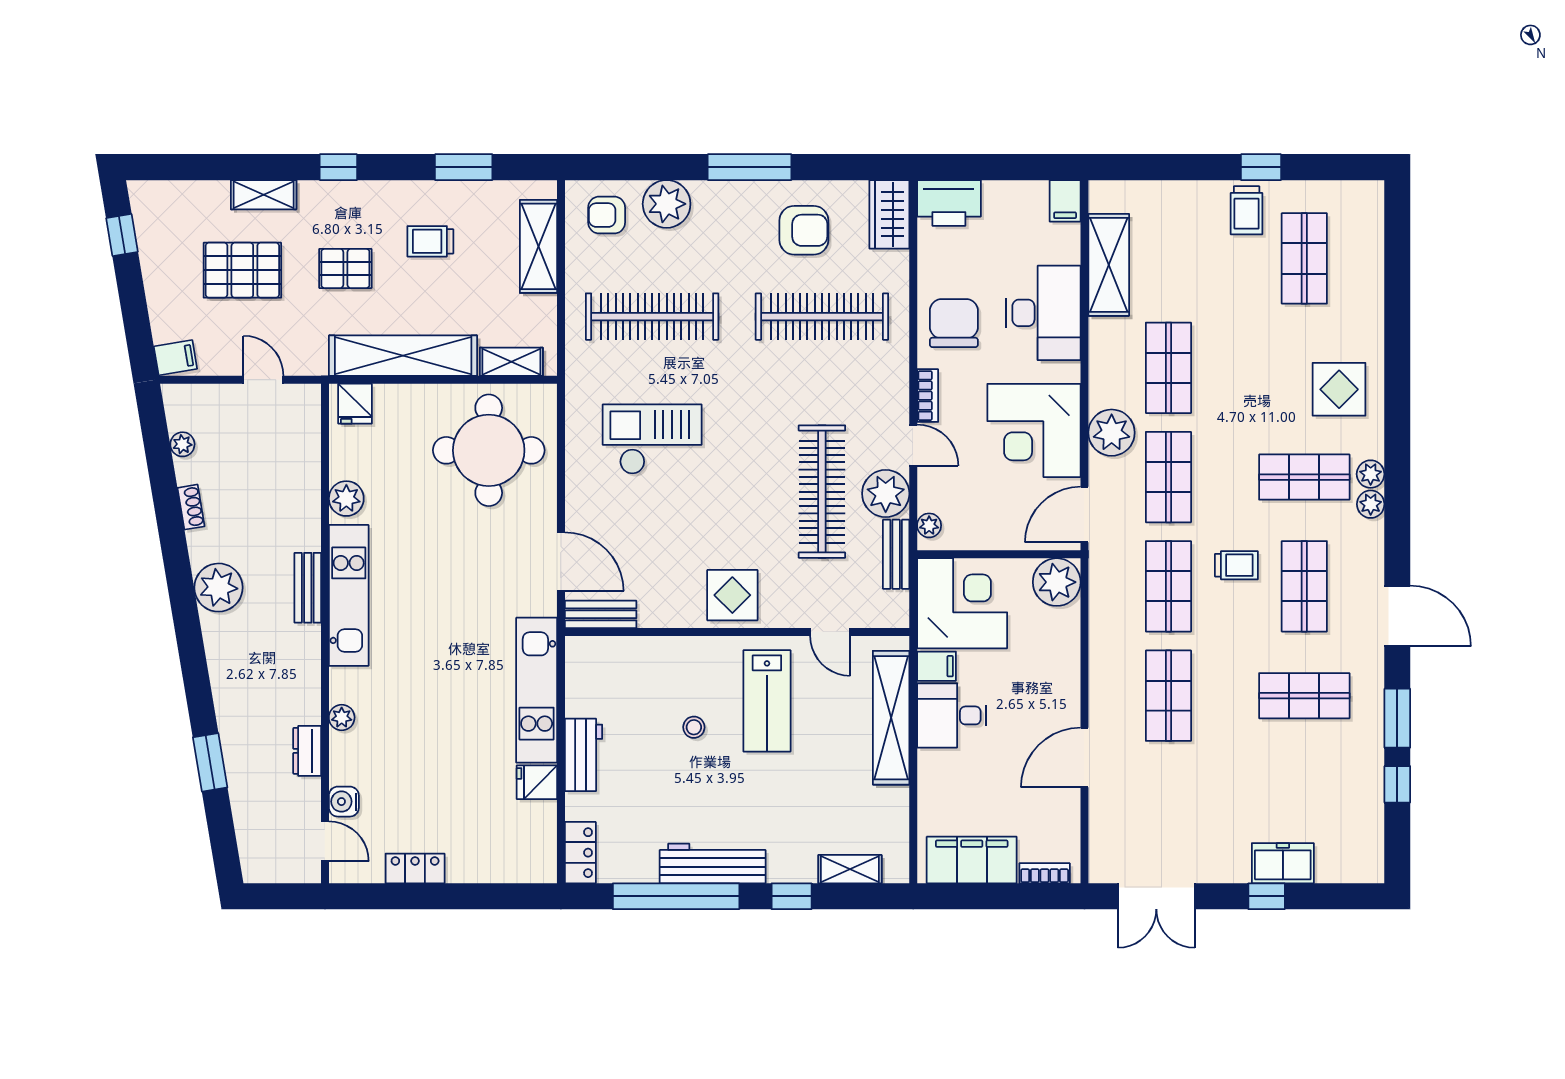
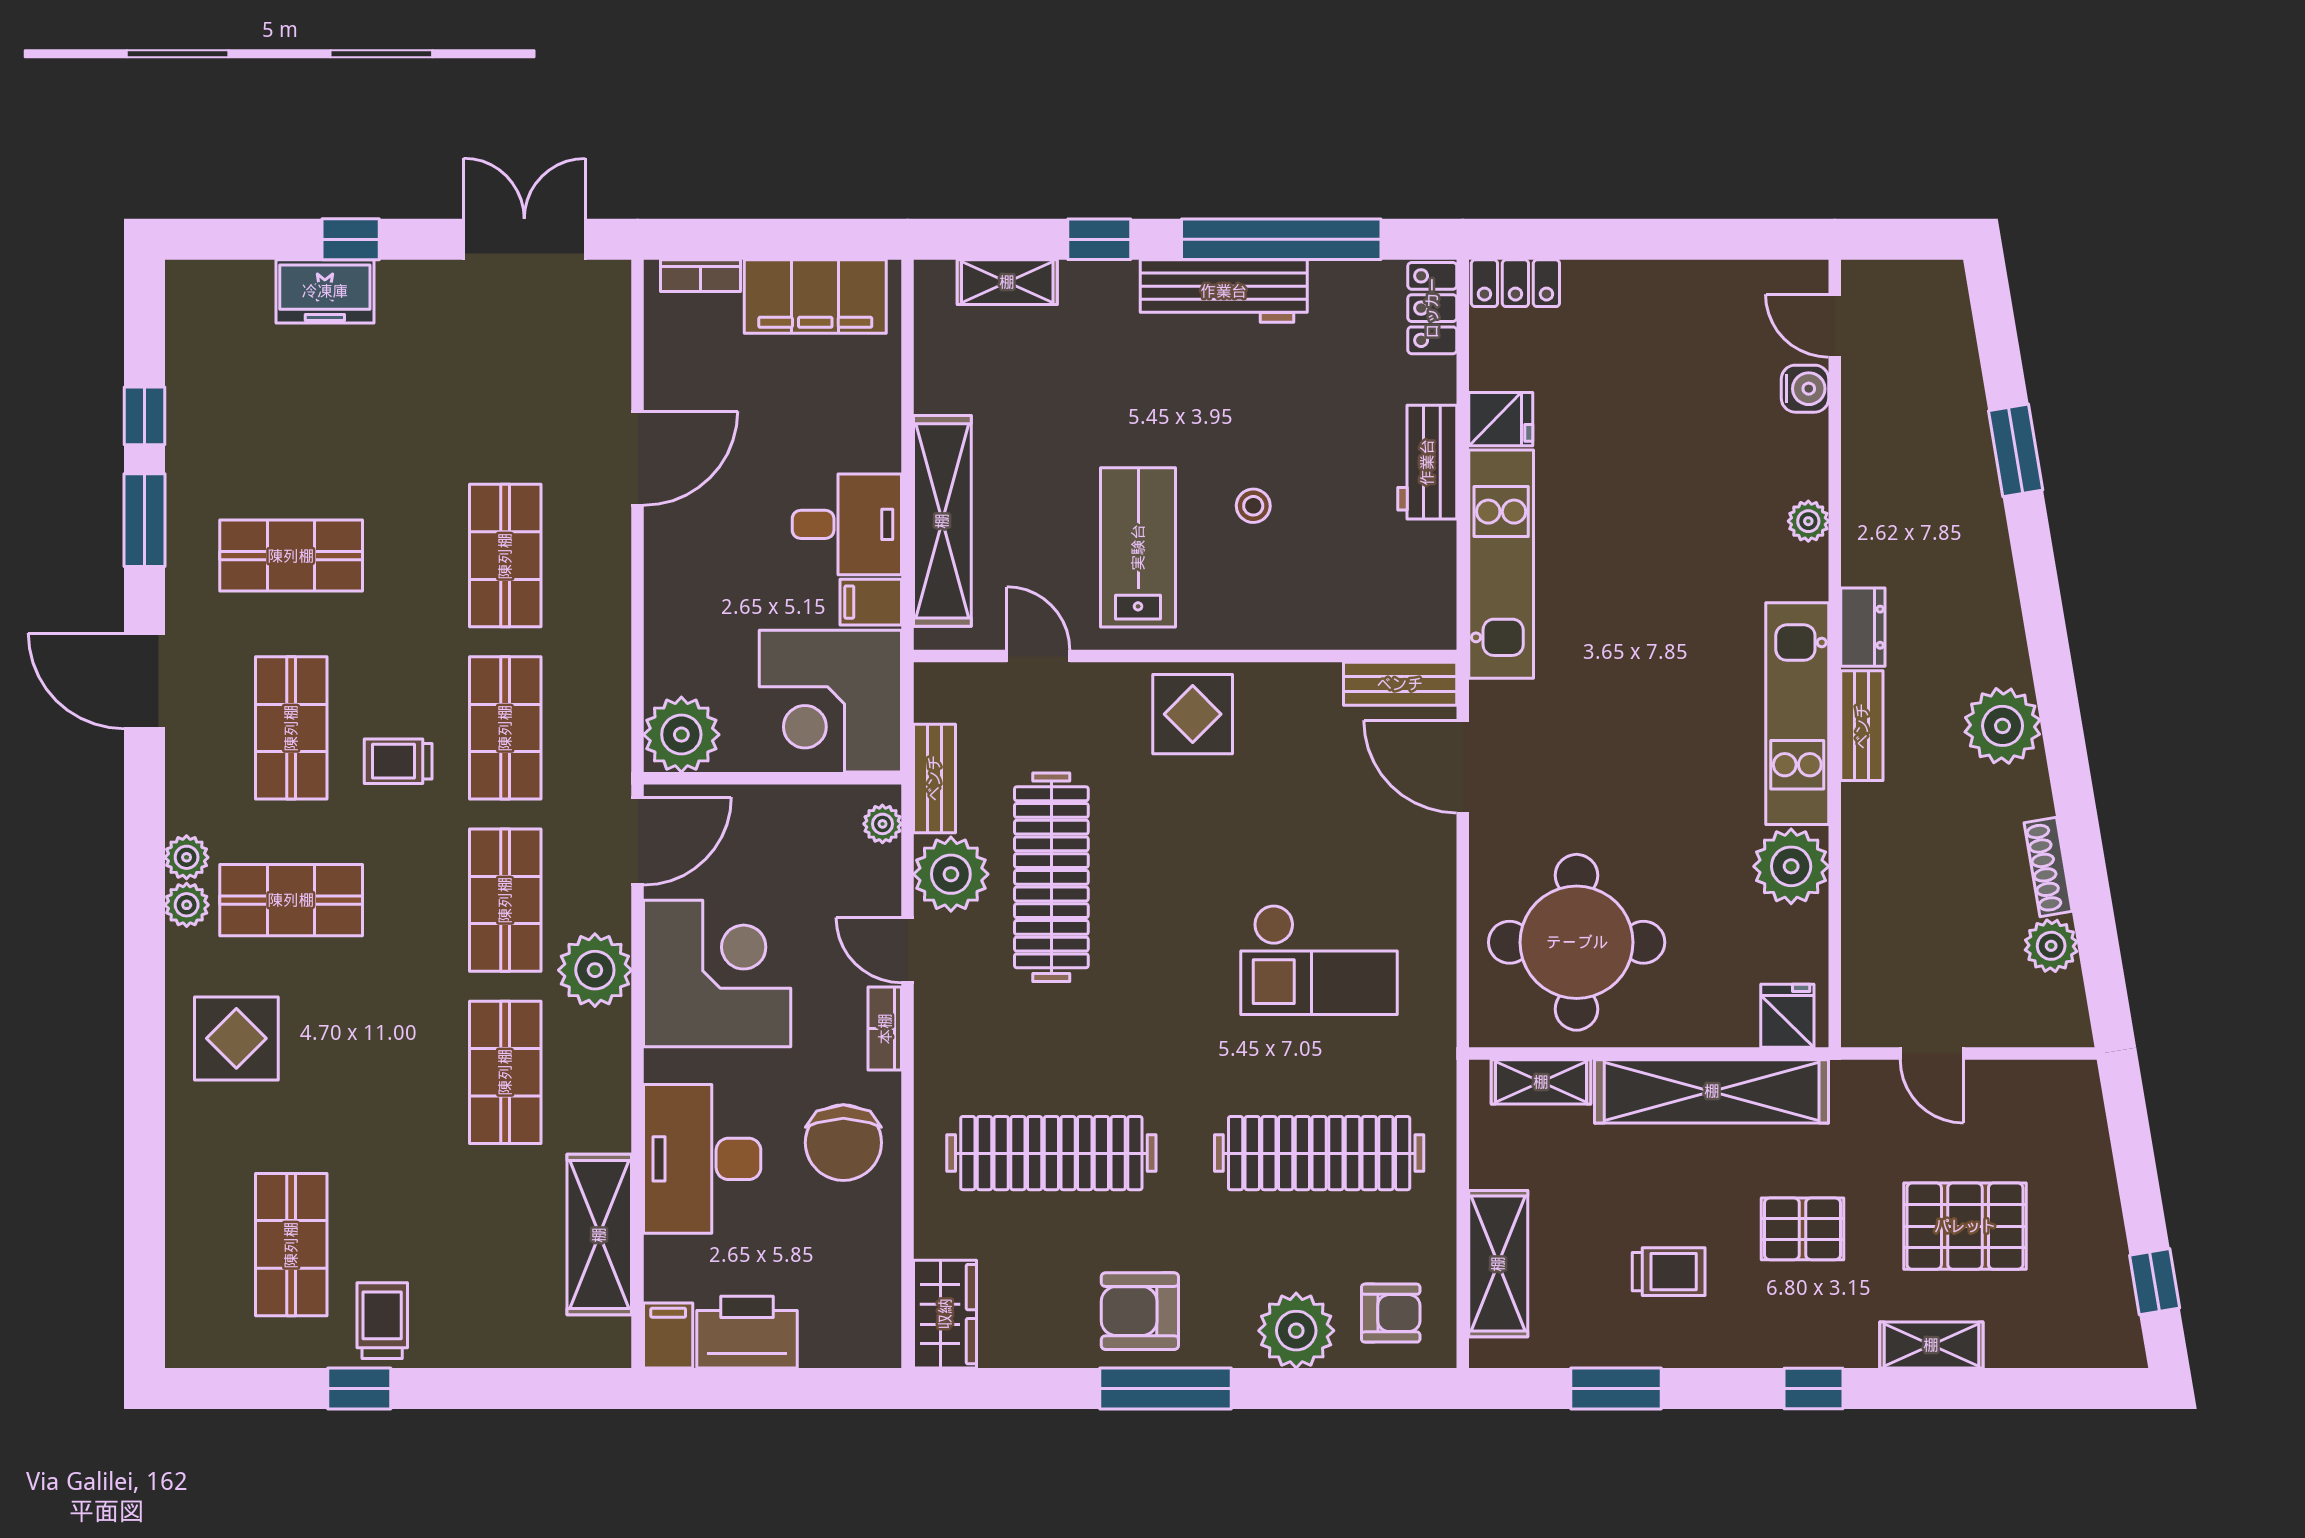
printer: (949, 203) -> (747, 1332), moved
armchair: (804, 230) -> (1140, 1311), moved
filing cabinet: (175, 358) -> (2070, 1088), removed
plant: (182, 444) -> (2051, 946), width x1.38, depth x1.38
plant: (346, 499) -> (1791, 866), width x1.36, depth x1.36
shoe rack: (191, 507) -> (2048, 867), width x1.43
dresser: (307, 751) -> (1863, 627), moved
locker: (415, 868) -> (1515, 283), moved

